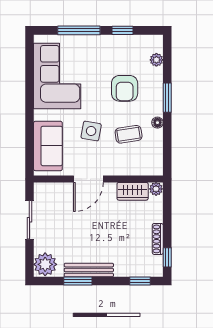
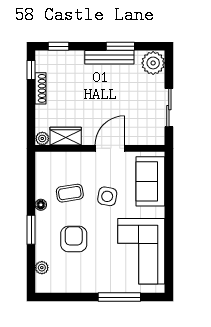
window: (123, 30) -> (76, 297), removed

